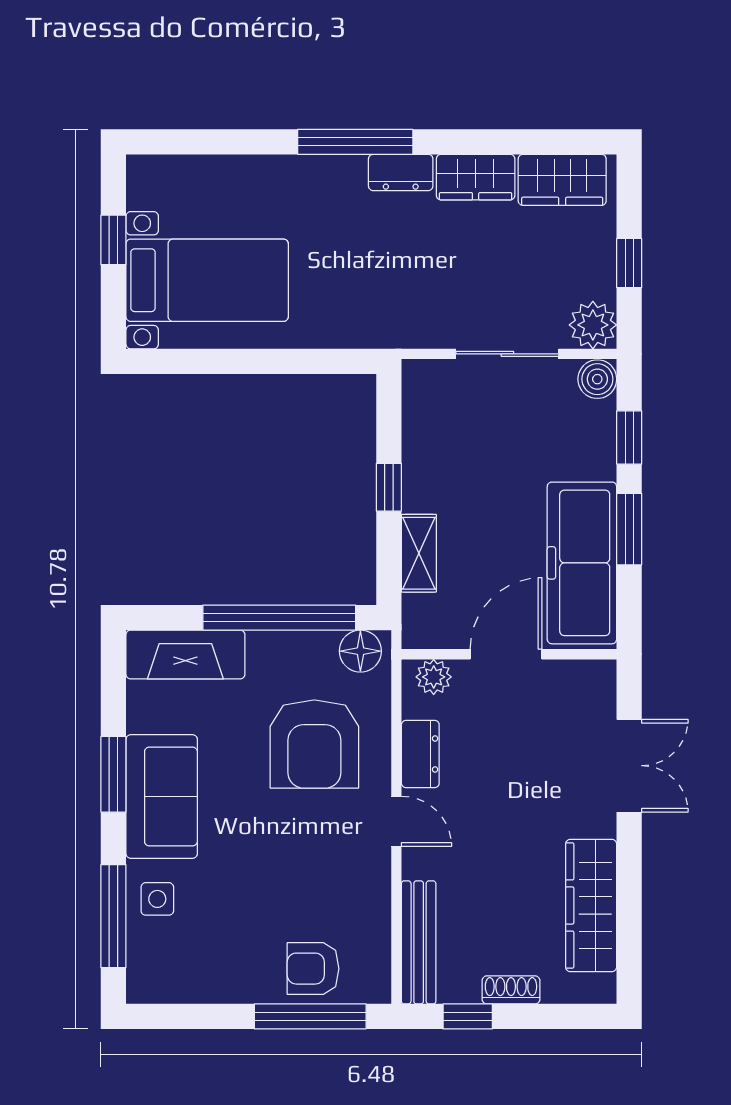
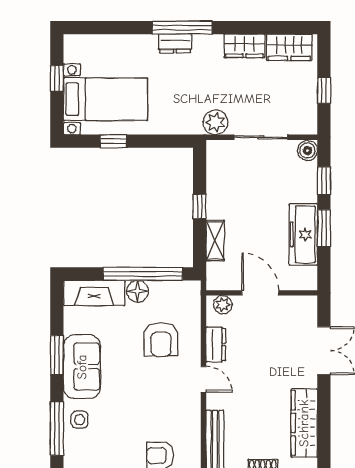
dresser: (401, 172) -> (175, 43), moved
plant: (593, 325) -> (215, 122), moved
window: (222, 361) -> (113, 141), added
freezer: (582, 563) -> (303, 234), width x0.73, depth x0.79
floor lamp: (360, 651) -> (138, 291), moved
door: (506, 654) -> (260, 293), hinge flipped
armchair: (314, 744) -> (161, 339), width x0.73, depth x0.73

